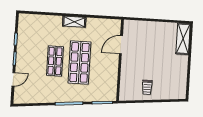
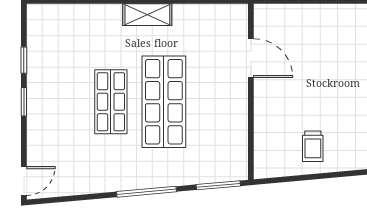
door: (121, 45) -> (251, 58), swing flipped
door: (13, 79) -> (24, 181), moved

